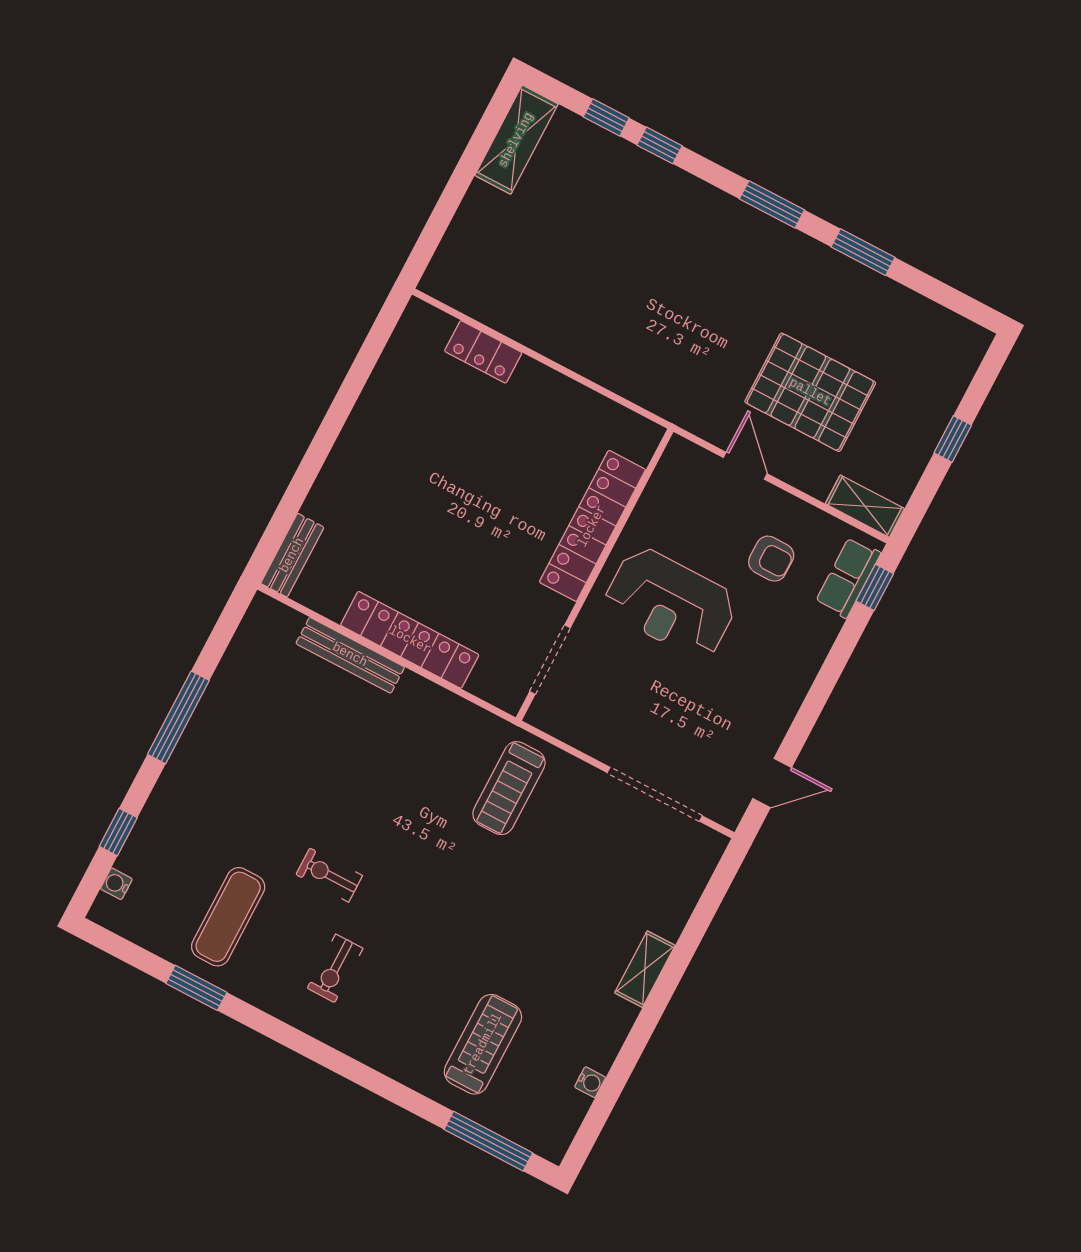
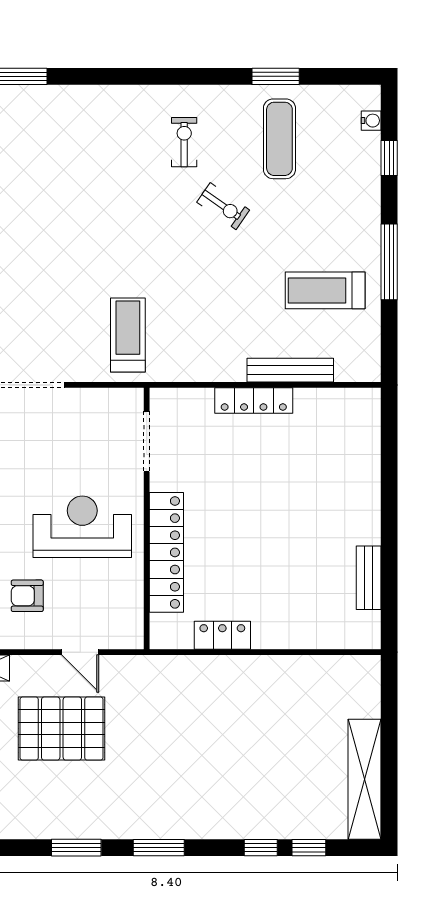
shelving: (516, 140) -> (364, 779), width x1.47
locker: (483, 352) -> (222, 635), moved
bench: (292, 555) -> (369, 578), moved
locker: (410, 640) -> (254, 401), width x0.71, depth x0.83
exercise bike: (329, 875) -> (223, 206), turned 35
treadmill: (483, 1044) -> (325, 290), moved, turned 90

